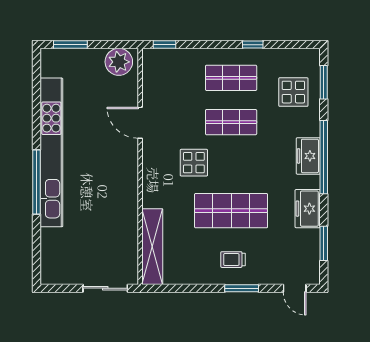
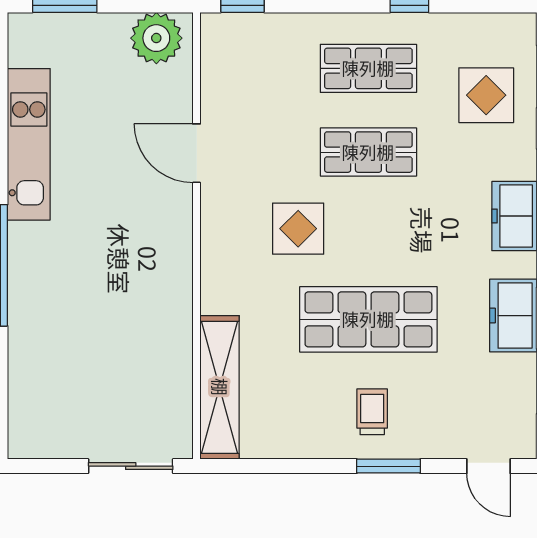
kitchen unit: (51, 152) -> (29, 144), width x0.54
trolley: (233, 260) -> (372, 412), turned 90

